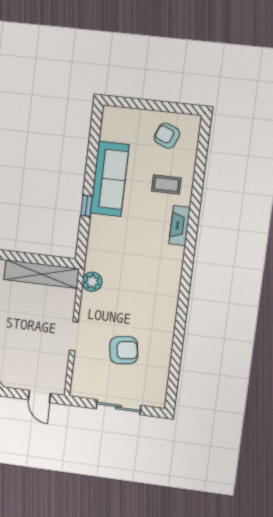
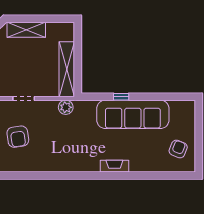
sofa: (110, 179) -> (133, 114), width x1.36, depth x1.27
coffee table: (166, 184) -> (143, 153), removed

